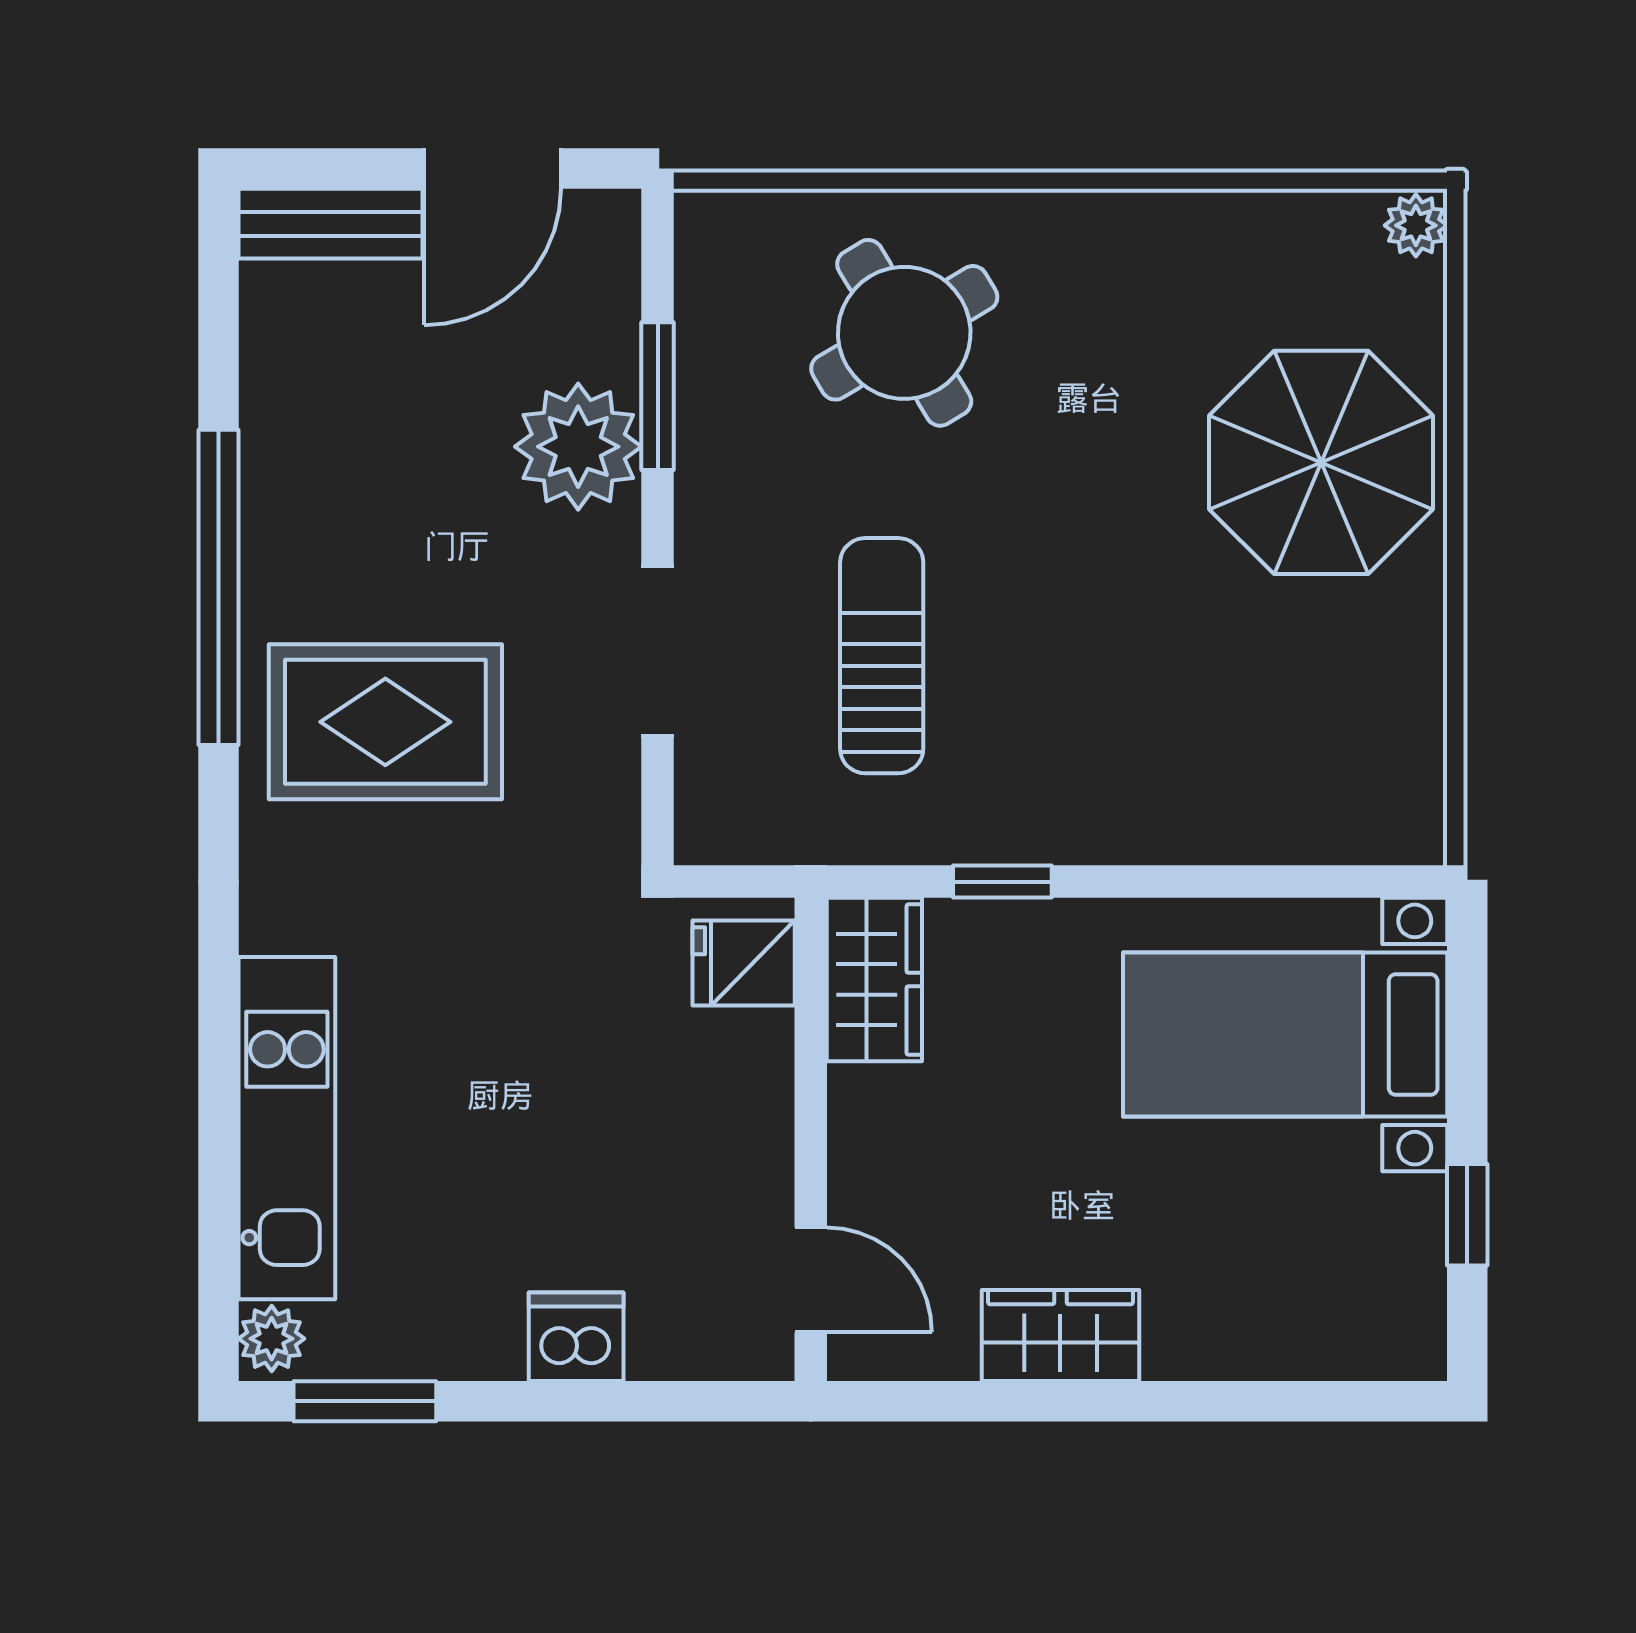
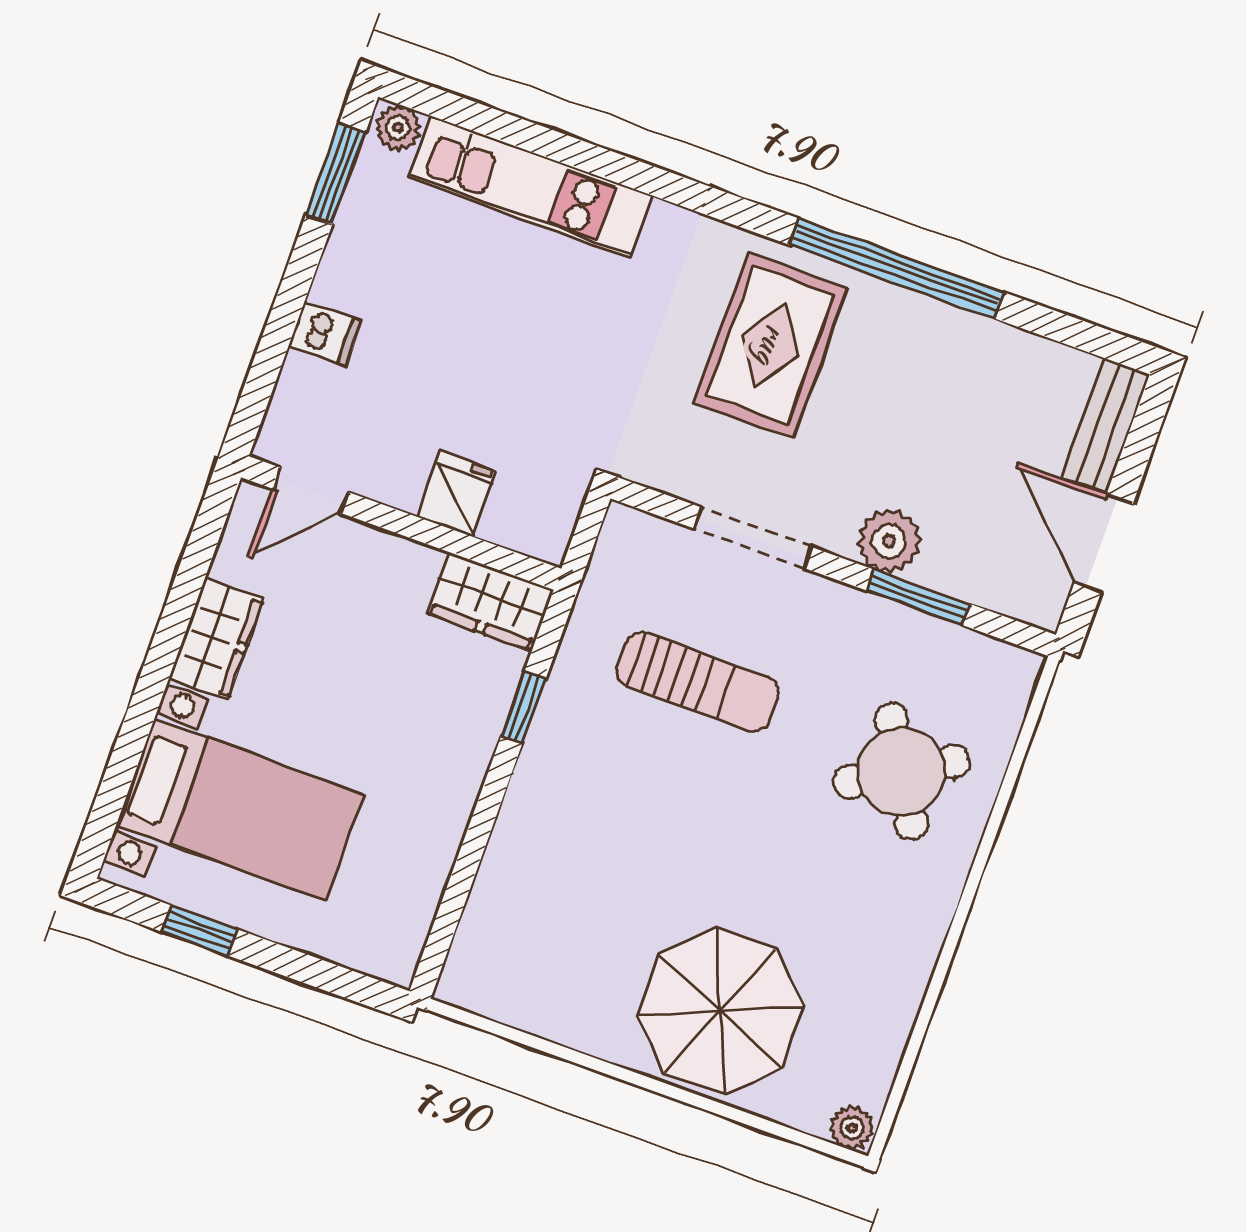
plant: (578, 447) -> (889, 541), width x0.73, depth x0.73
fridge: (744, 963) -> (457, 494), moved
bed with nightstands: (1285, 1035) -> (240, 810), moved, turned 90
dishwasher: (576, 1337) -> (325, 334), width x0.73

